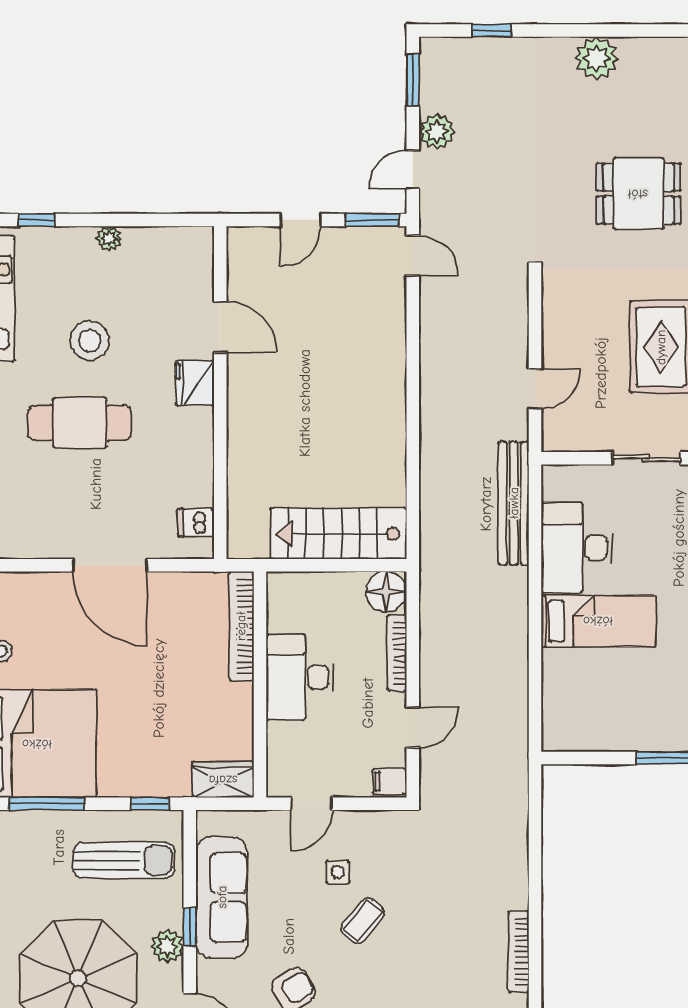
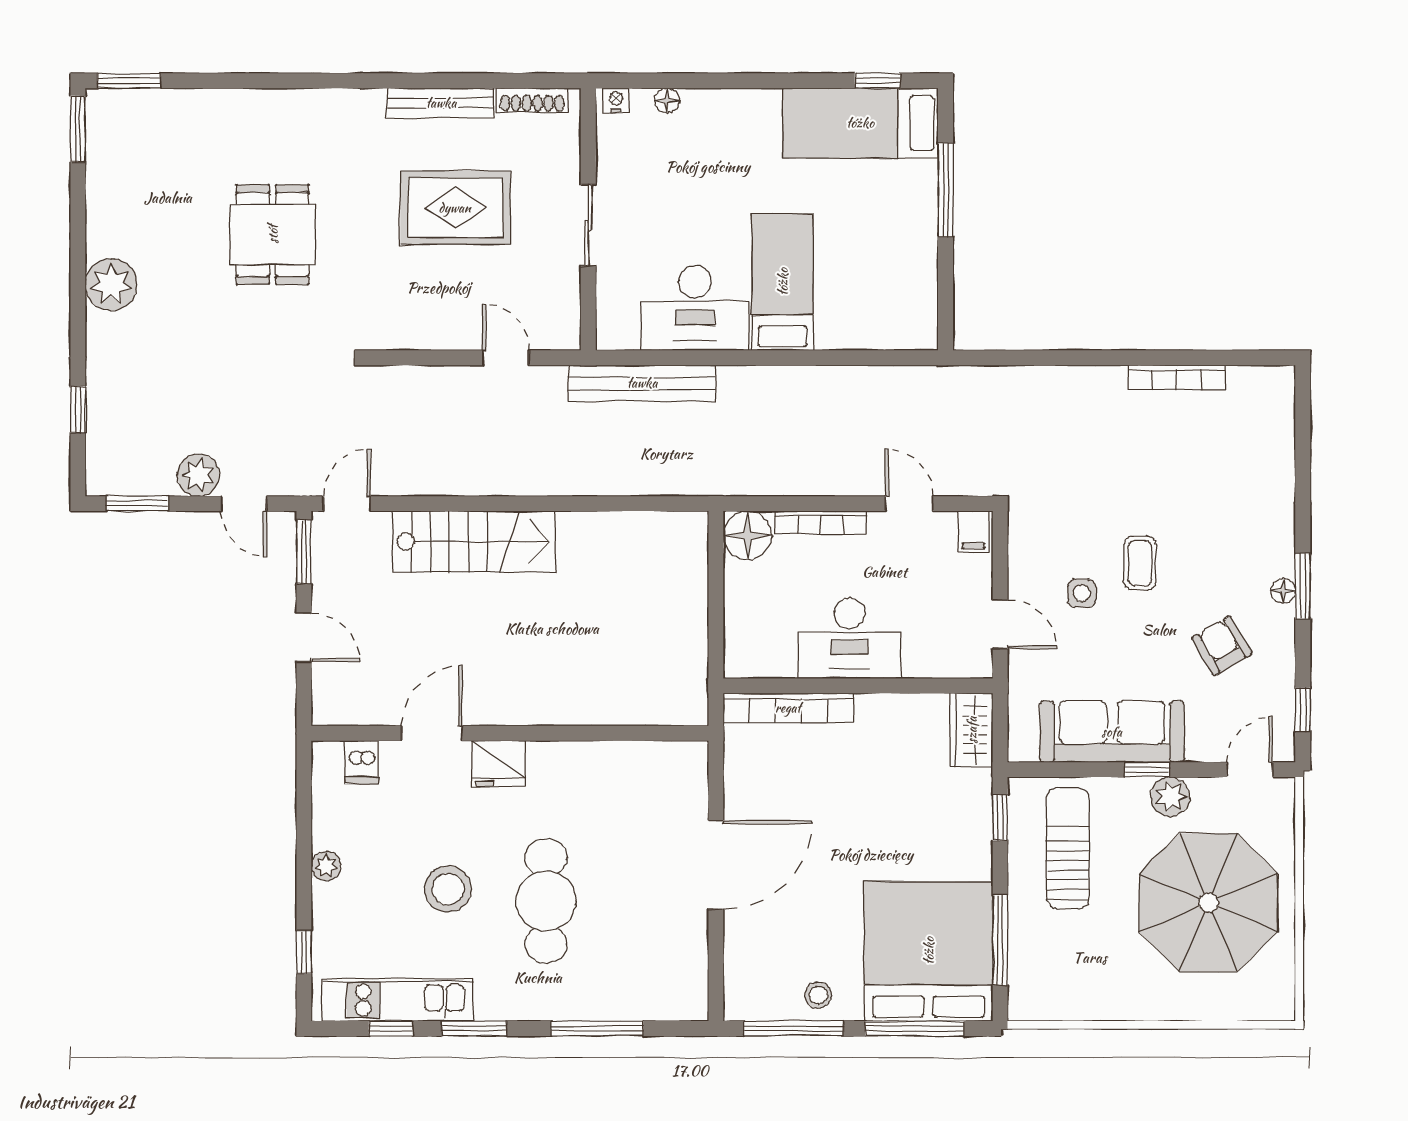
dishwasher: (196, 523) -> (362, 762), moved
stairs: (339, 534) -> (474, 542), moved, turned -90
coffee table: (363, 921) -> (1140, 563), turned 50

